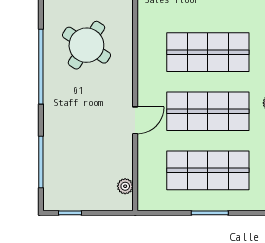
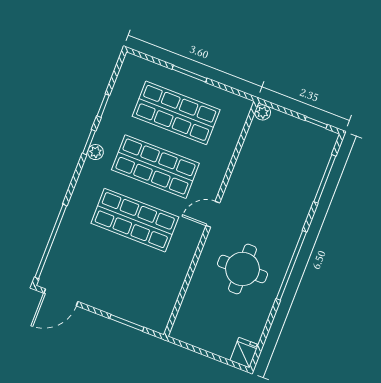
round table: (86, 45) -> (243, 269), turned -33
door: (135, 120) -> (213, 214), moved
plant: (125, 186) -> (263, 112), moved

